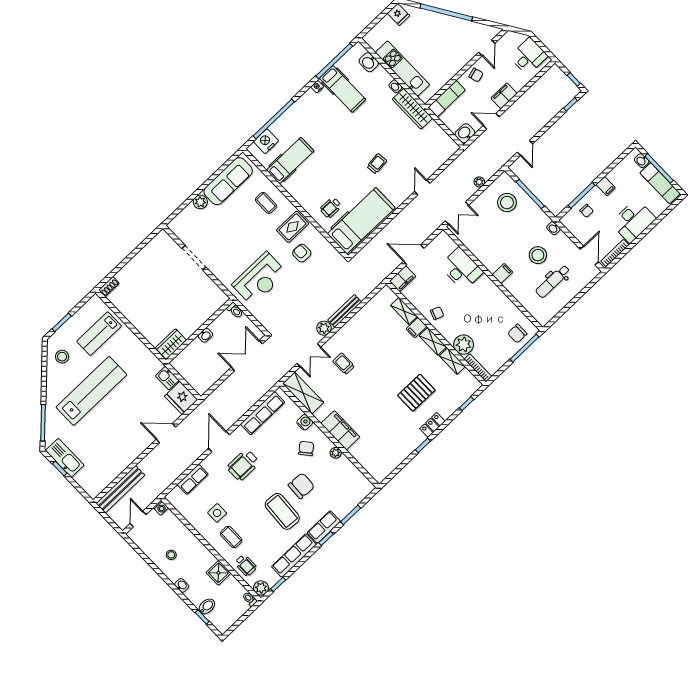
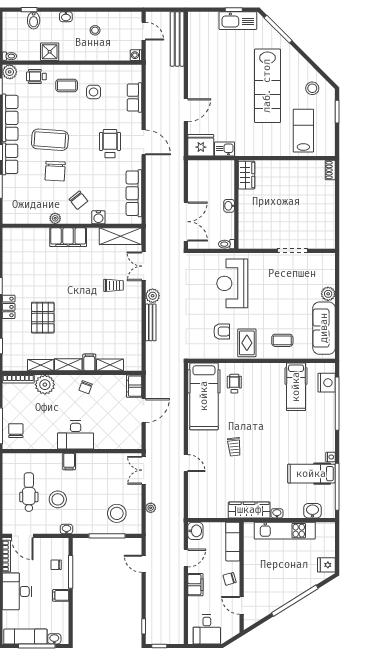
desk: (461, 269) -> (76, 435), moved

